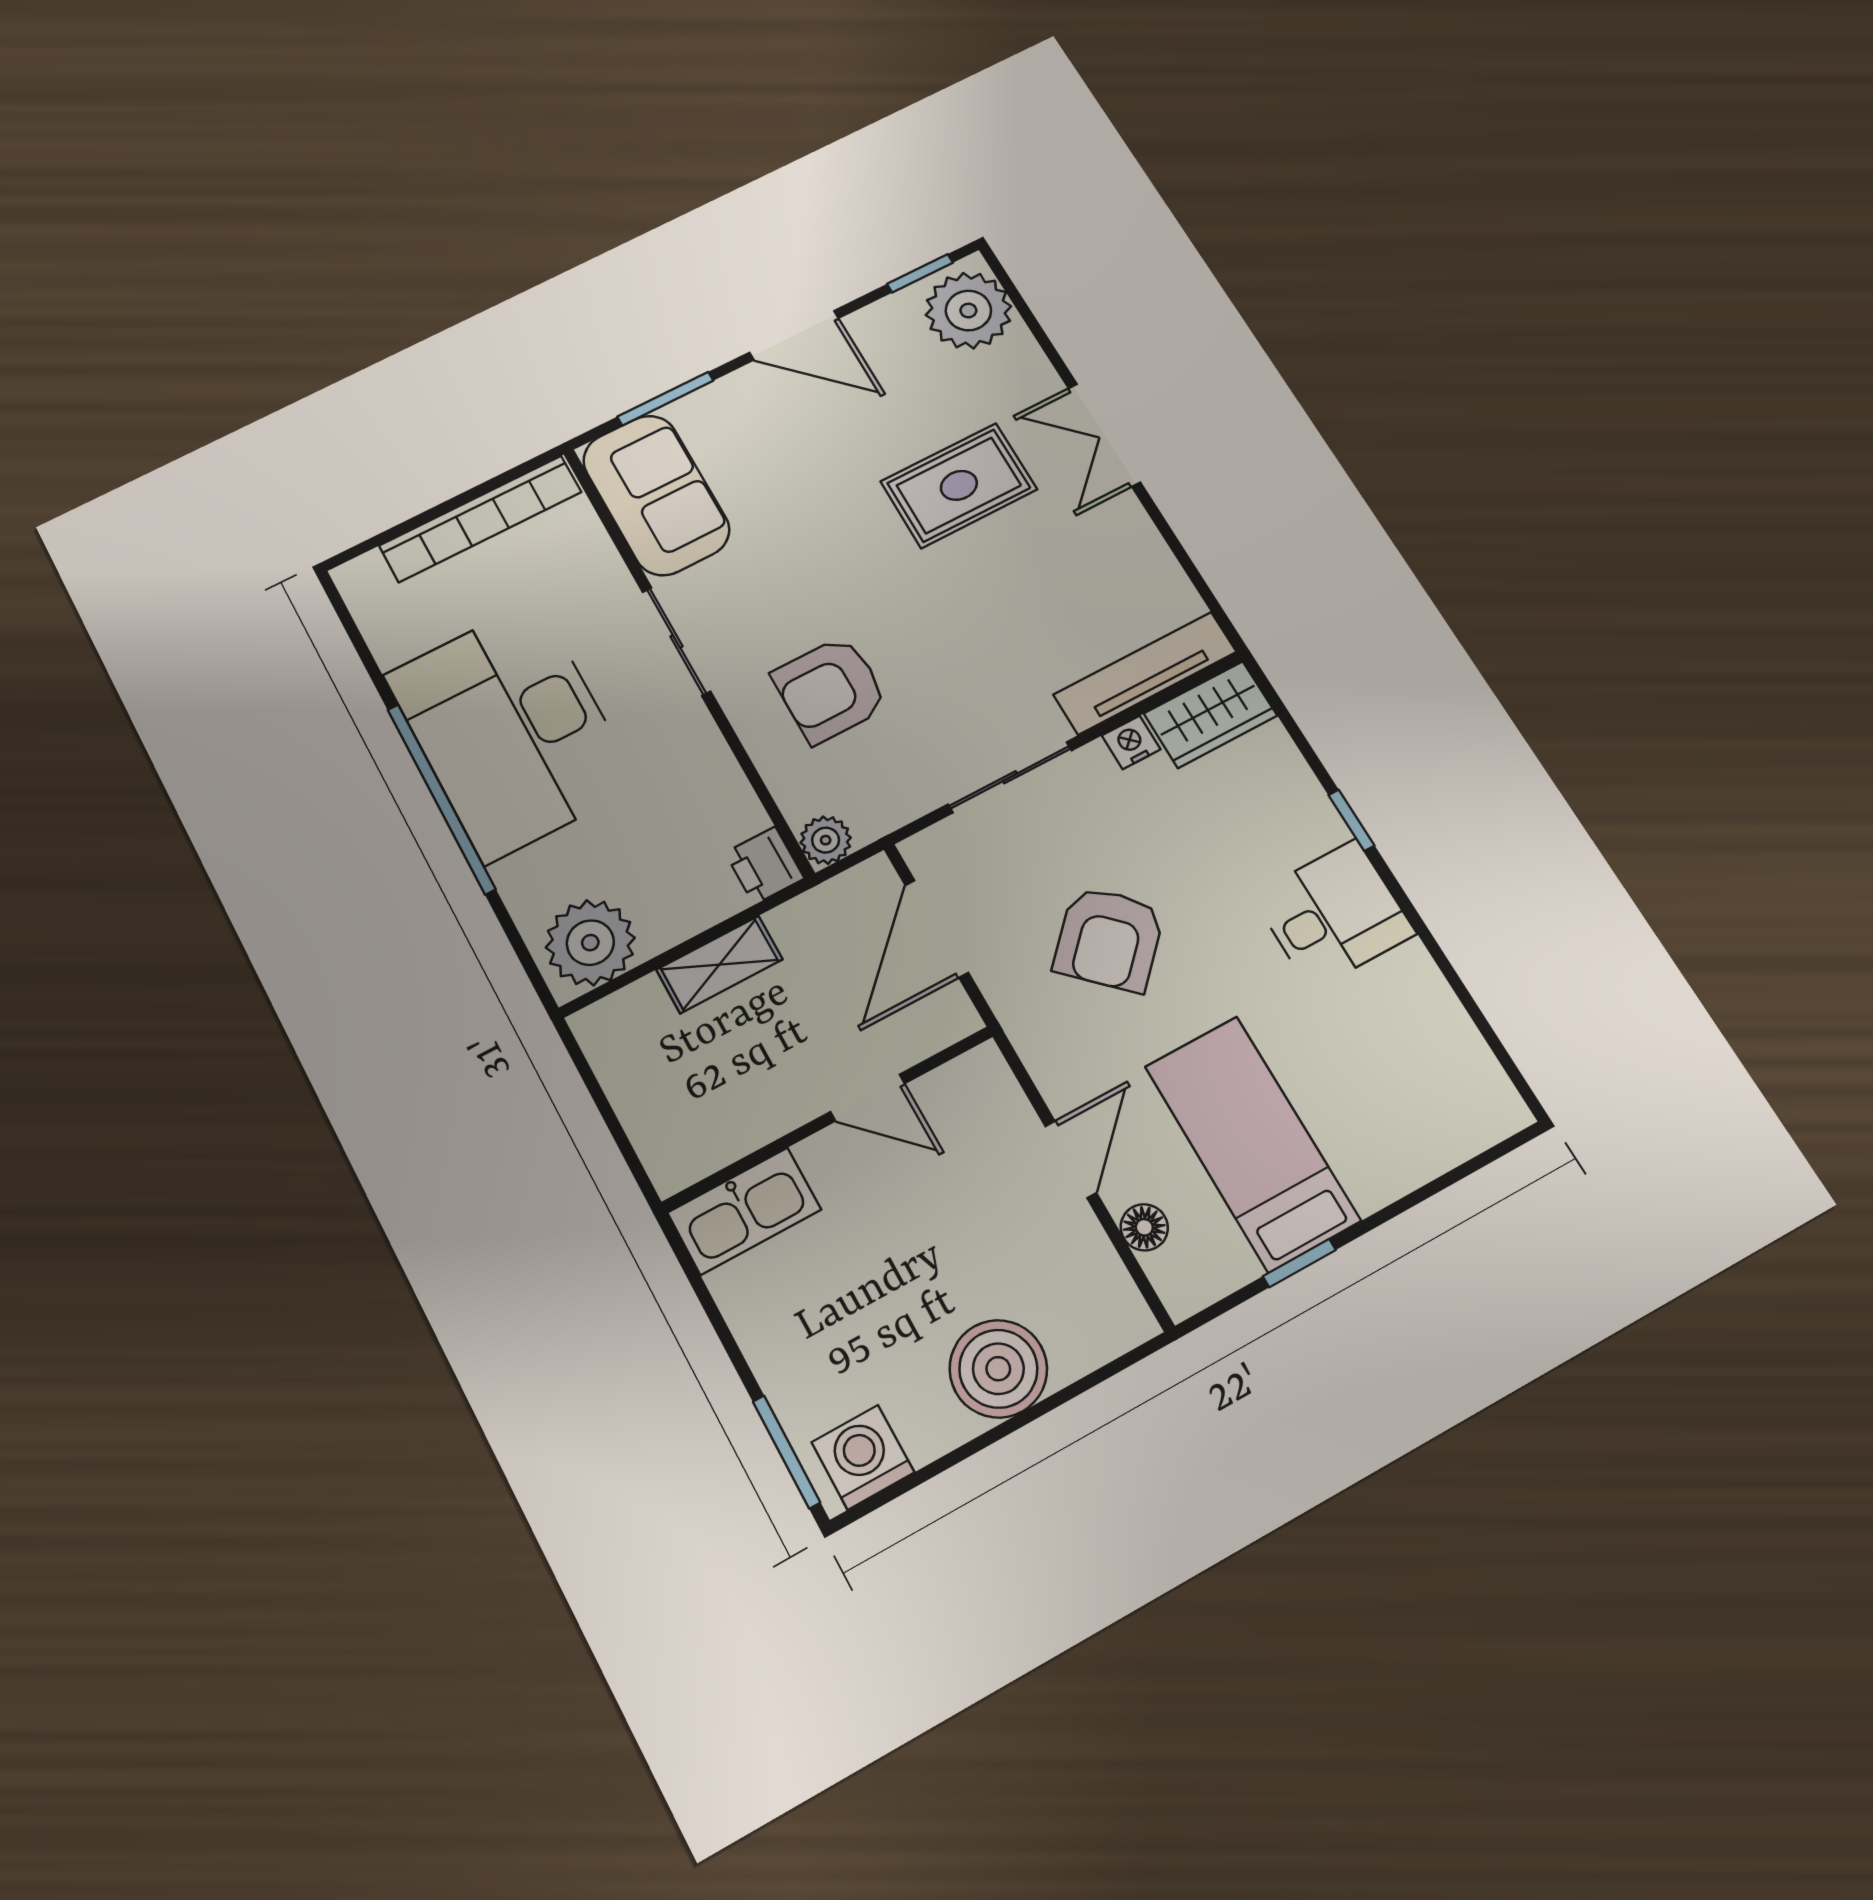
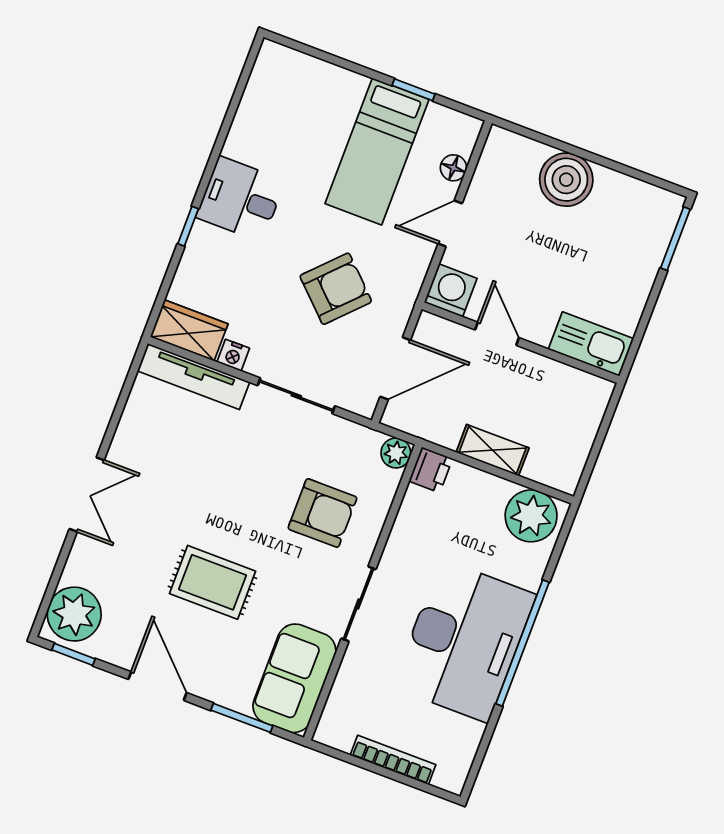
rug: (959, 485) -> (213, 582), moved
bookcase: (480, 519) -> (393, 760), width x0.68, depth x0.76
washing machine: (863, 1457) -> (451, 290), moved, turned 180

